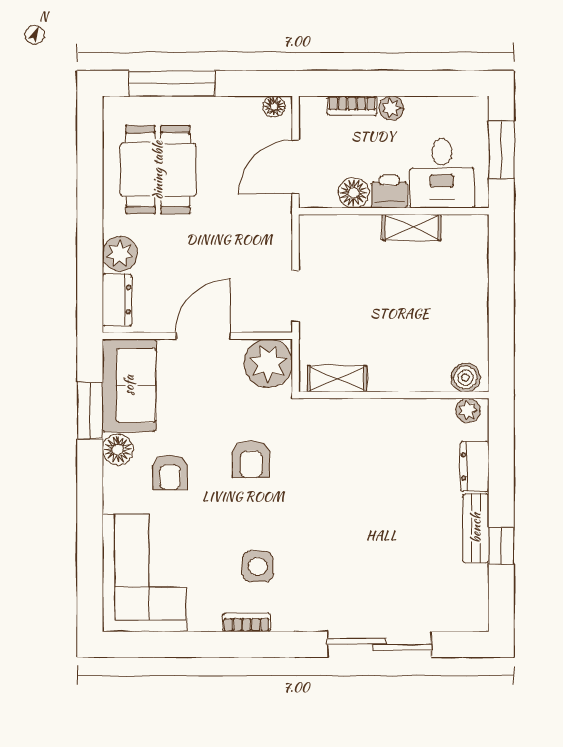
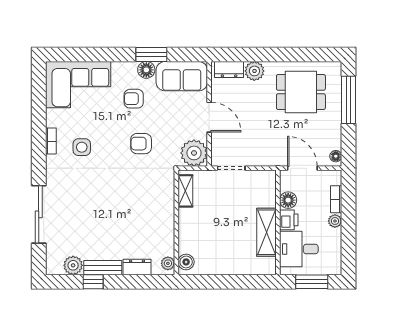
shelving: (412, 227) -> (267, 232), width x1.50, depth x1.33
window: (90, 410) -> (151, 54), moved
plant: (472, 582) -> (73, 265), added

